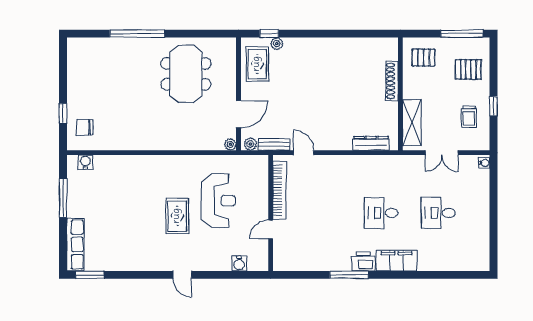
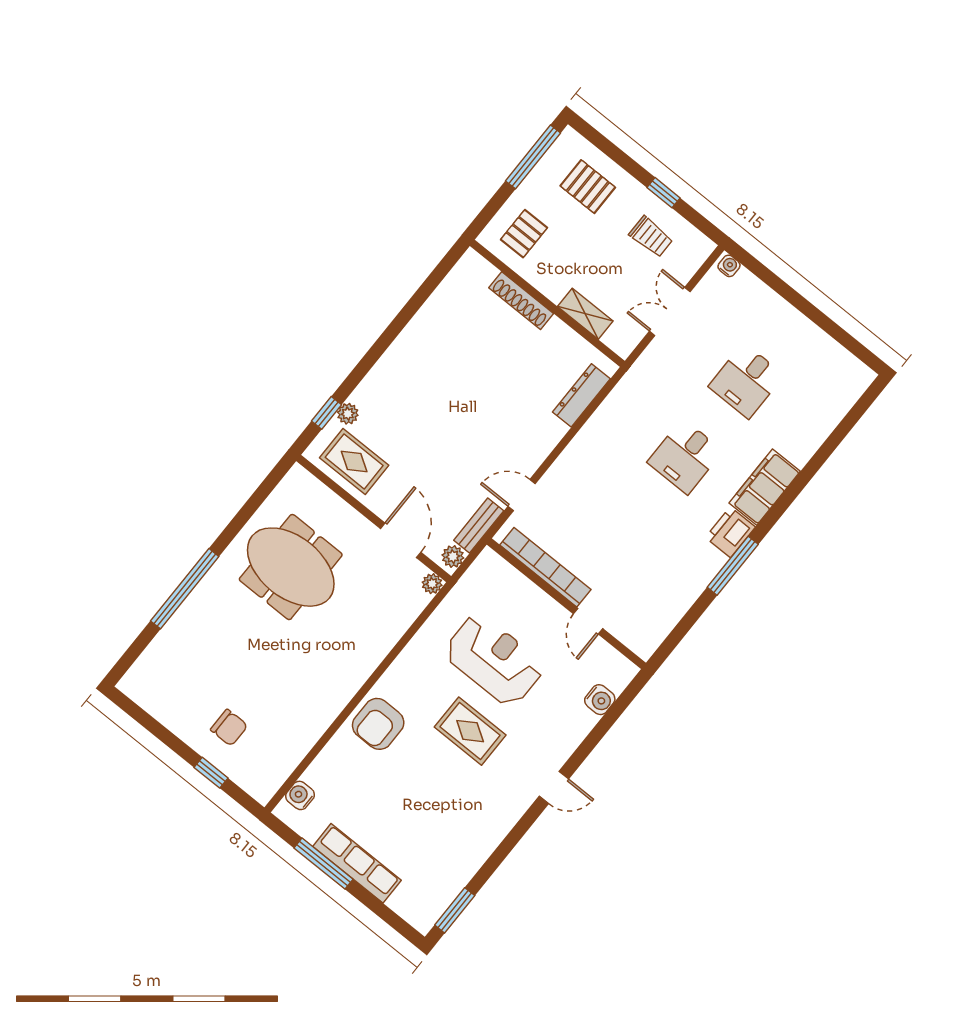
pallet: (468, 69) -> (588, 187), turned 90
shelving: (412, 123) -> (585, 314), width x0.67, depth x0.75
chair: (85, 127) -> (229, 728), moved, turned -90
double door: (442, 153) -> (670, 311), swing flipped
armchair: (147, 171) -> (378, 724), added
row of seats: (75, 245) -> (357, 863), moved

